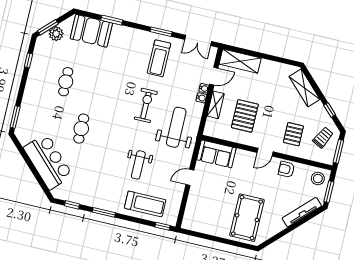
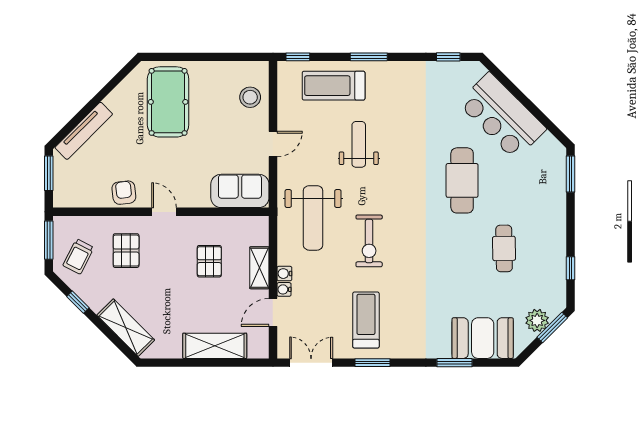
shelving: (240, 61) -> (215, 346), moved
pallet: (245, 116) -> (209, 261), width x0.67, depth x0.71
cafe table: (81, 129) -> (462, 180), width x1.37, depth x1.35
door: (265, 152) -> (164, 212), hinge flipped
armchair: (286, 169) -> (124, 193), turned -97
stool: (318, 178) -> (250, 97), moved
window: (104, 212) -> (369, 57), moved

